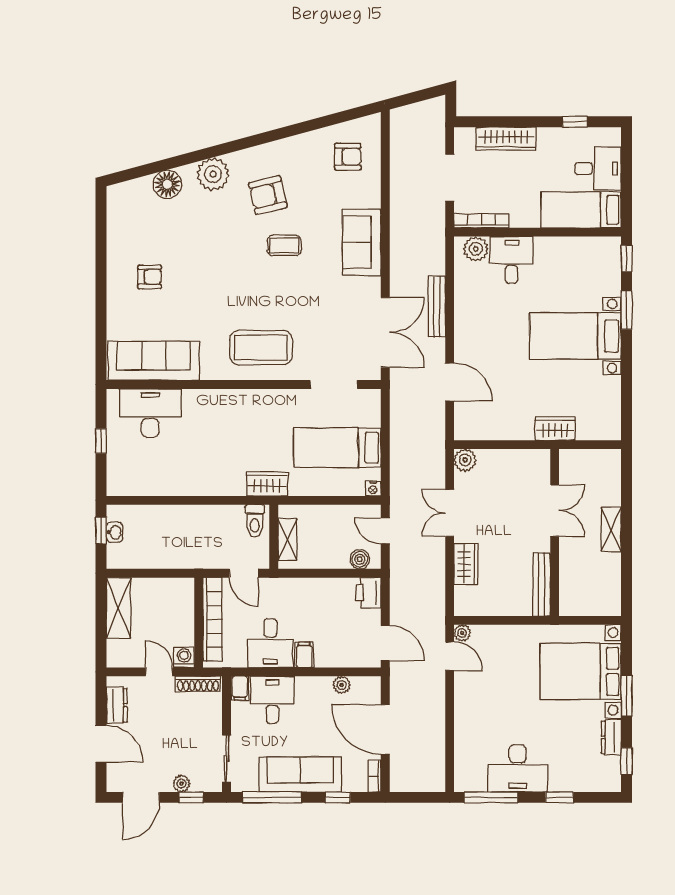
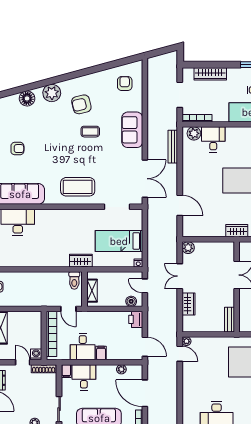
armchair: (348, 157) -> (125, 84), turned -90
bench: (437, 306) -> (173, 147), moved
bench: (542, 585) -> (229, 320), width x0.73

